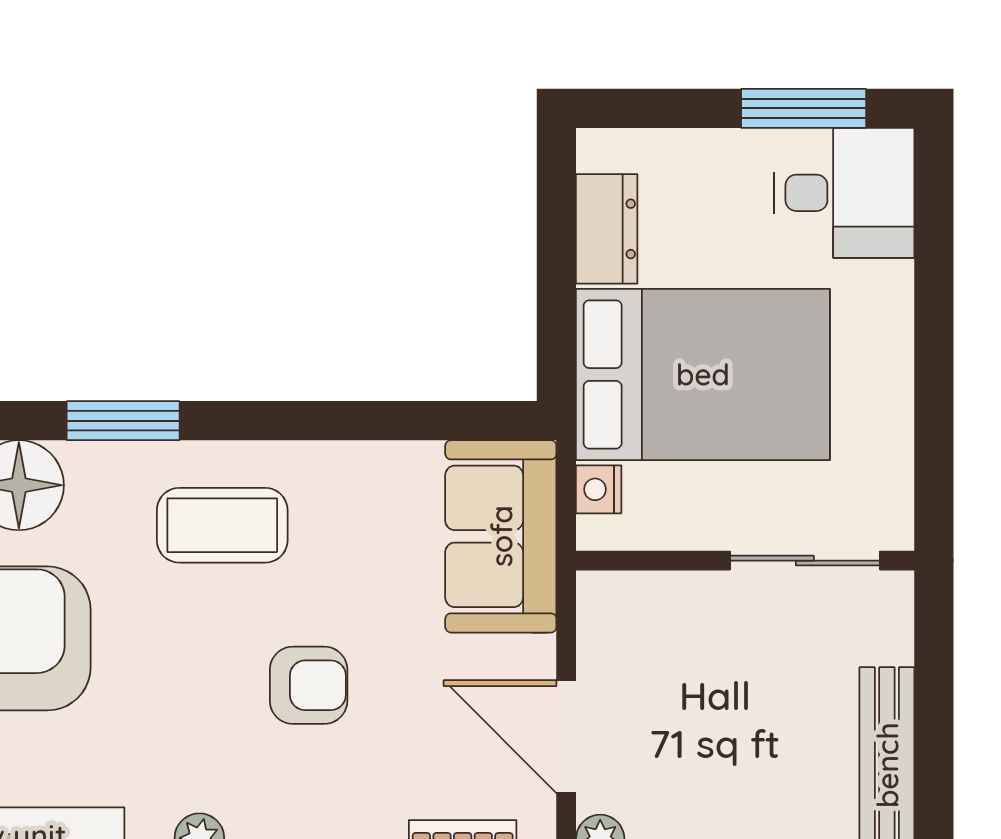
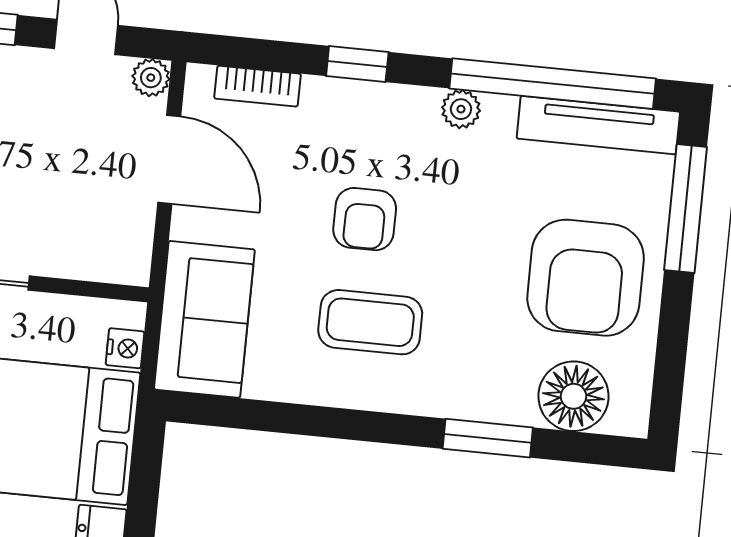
coffee table: (222, 525) -> (370, 322), moved
armchair: (309, 685) -> (365, 219), turned -90

